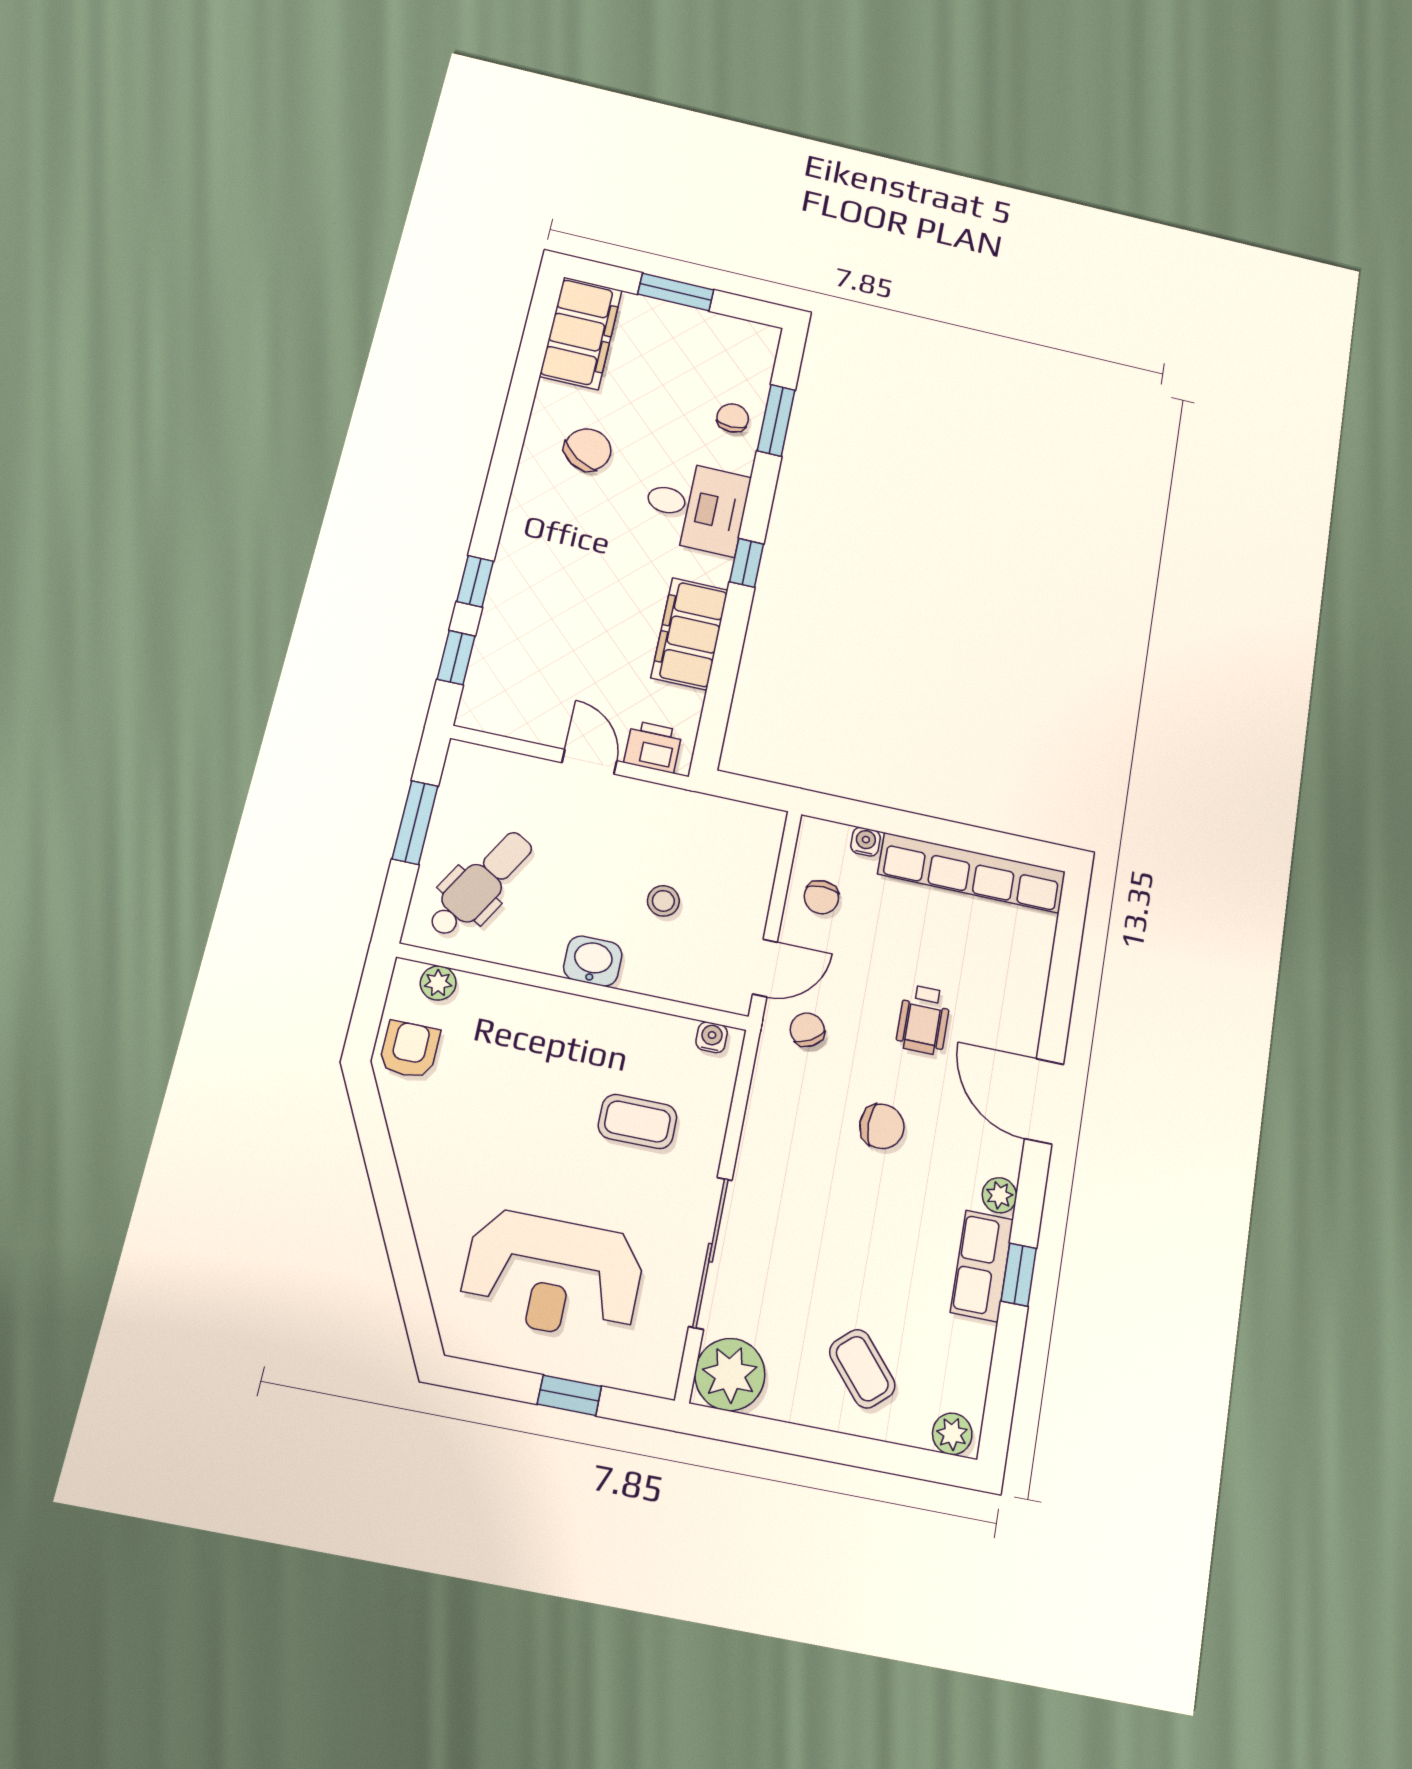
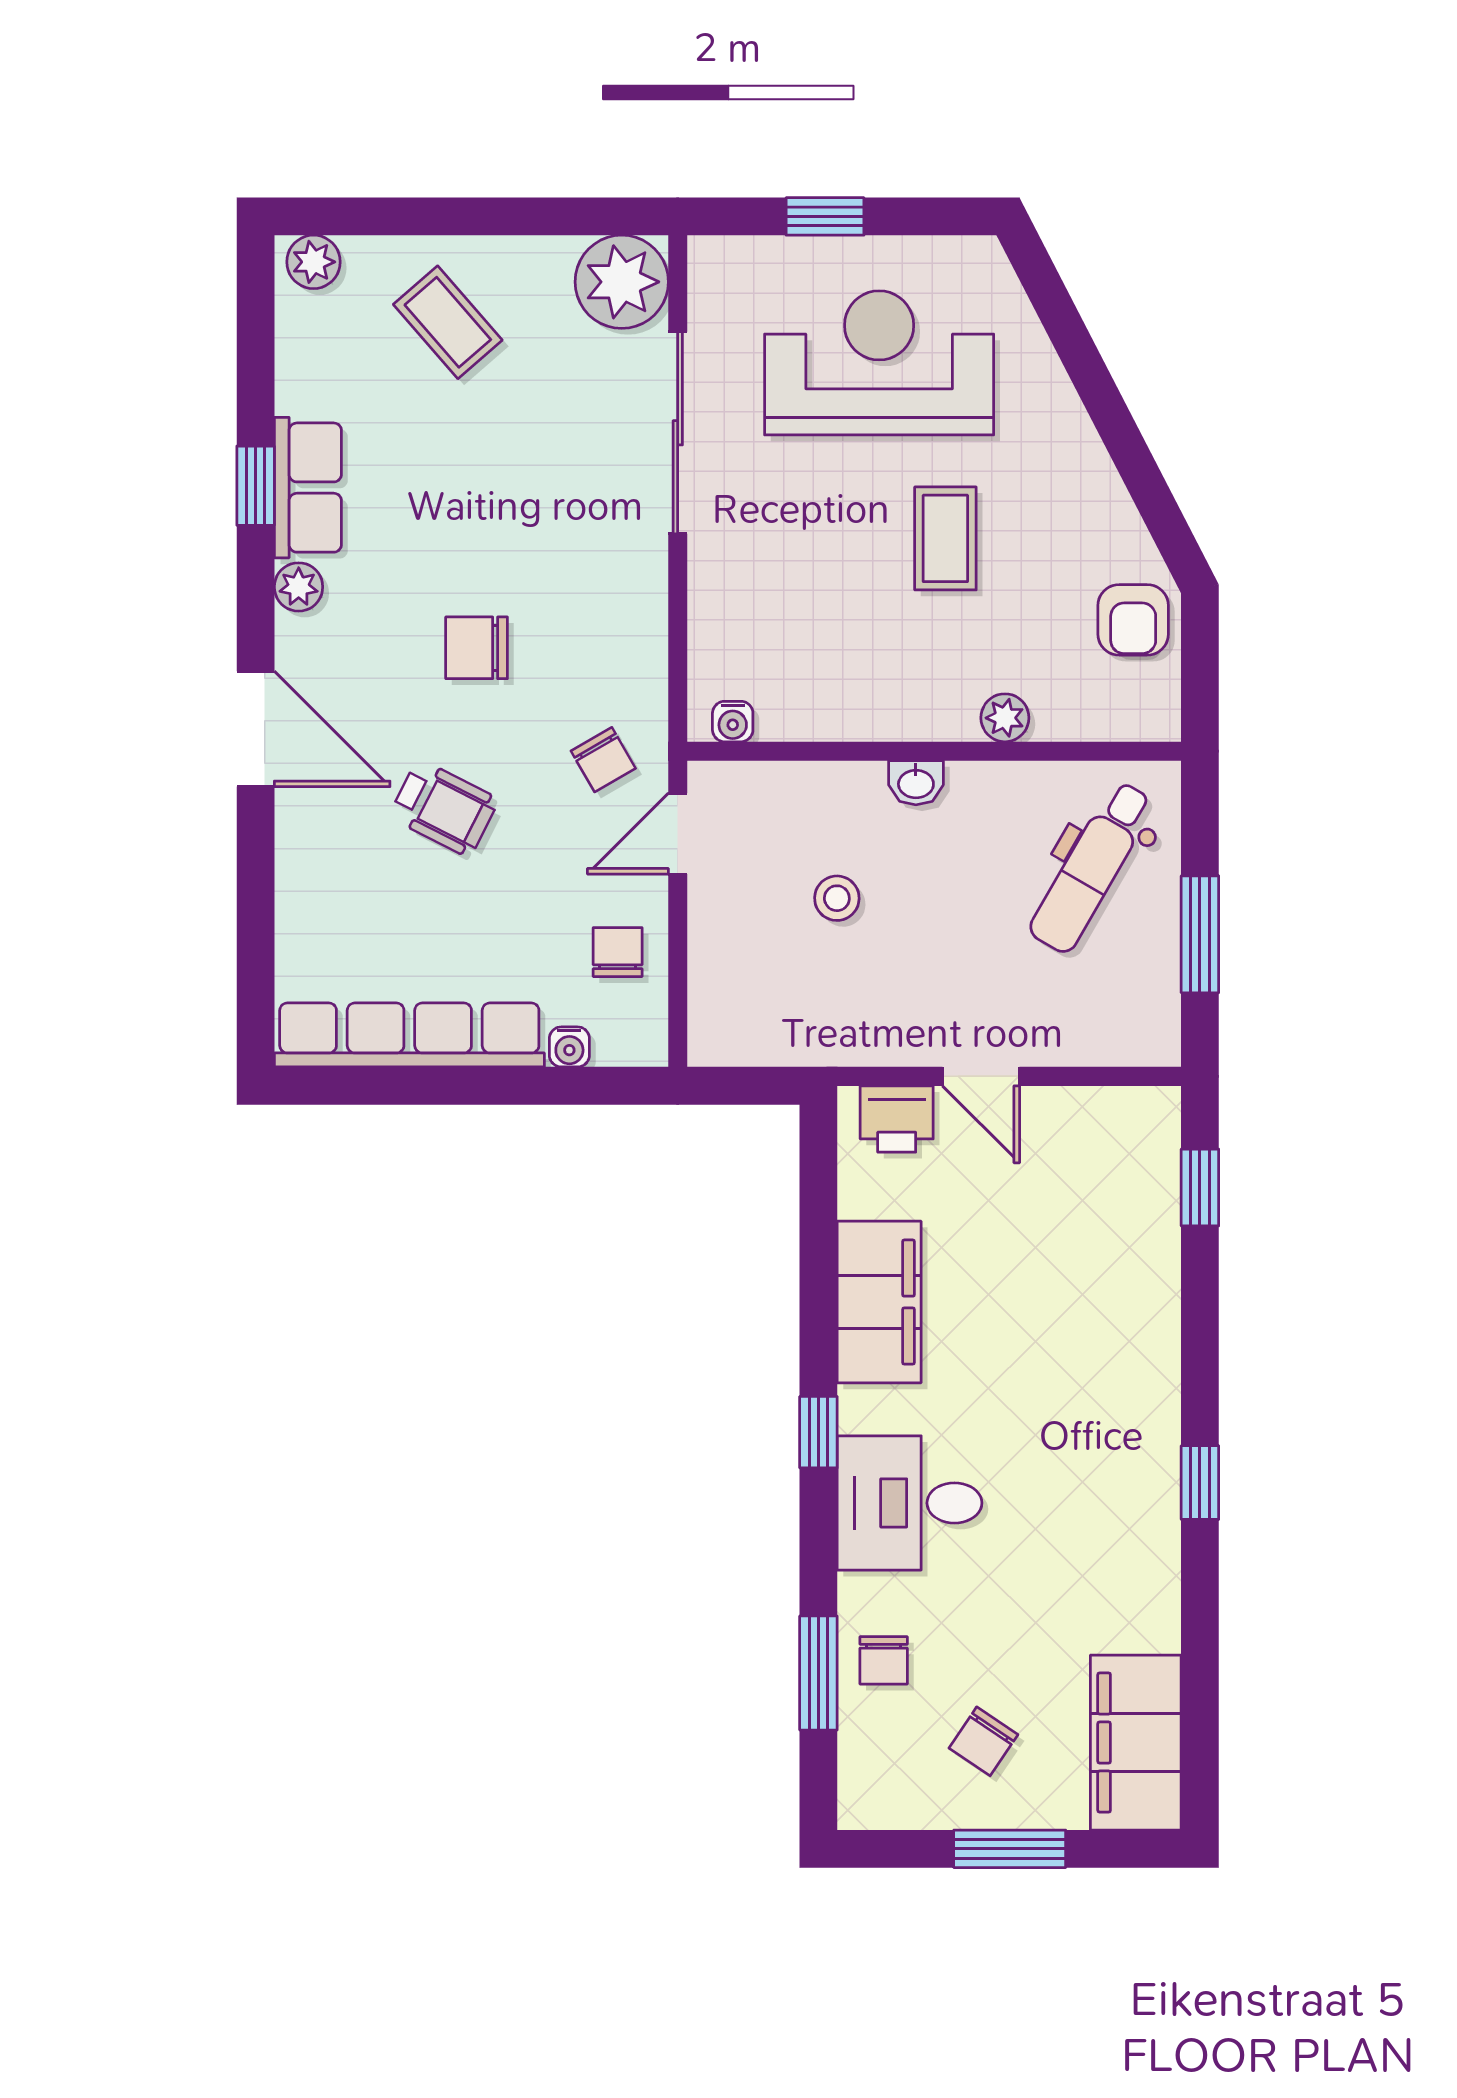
chair: (588, 450) -> (983, 1741), moved, width x0.73, depth x0.73
window: (475, 581) -> (1200, 1483), moved
washbasin: (593, 961) -> (916, 783), width x0.72, depth x0.69
plant: (438, 983) -> (1005, 718), moved
wheelchair: (923, 1020) -> (444, 808), turned 117
coffee table: (637, 1121) -> (945, 538), moved, turned 90

